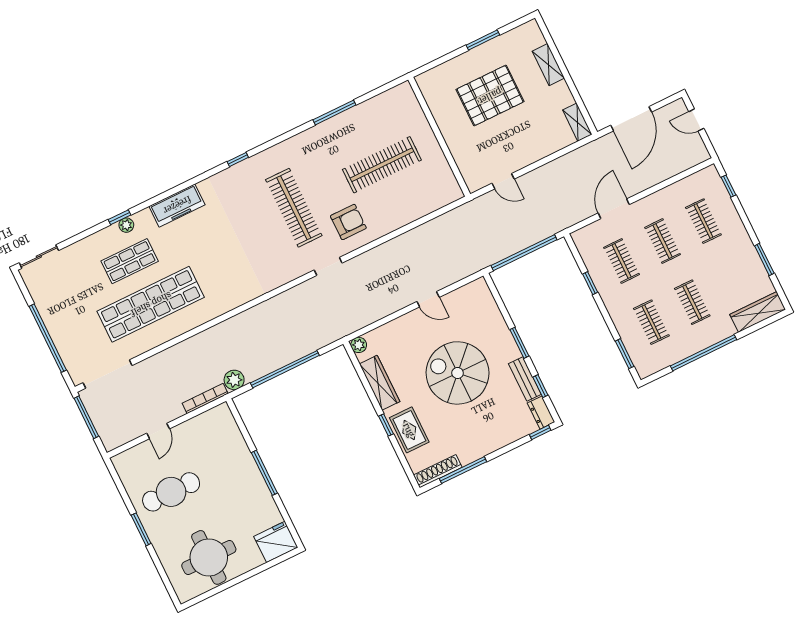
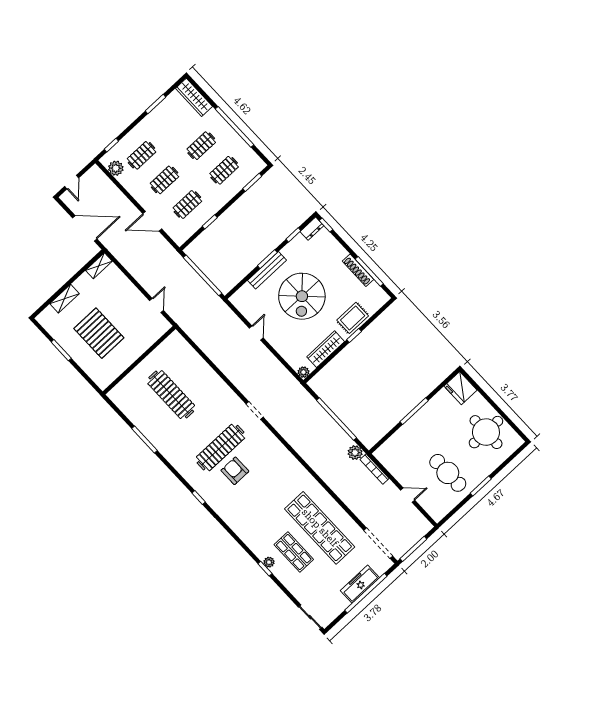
plant: (697, 183) -> (116, 168), added
freezer: (177, 205) -> (360, 584), moved, turned -90
armchair: (348, 222) -> (235, 471), moved
bench: (525, 379) -> (267, 270), moved, width x1.36
shoe rack: (438, 471) -> (358, 270), moved

